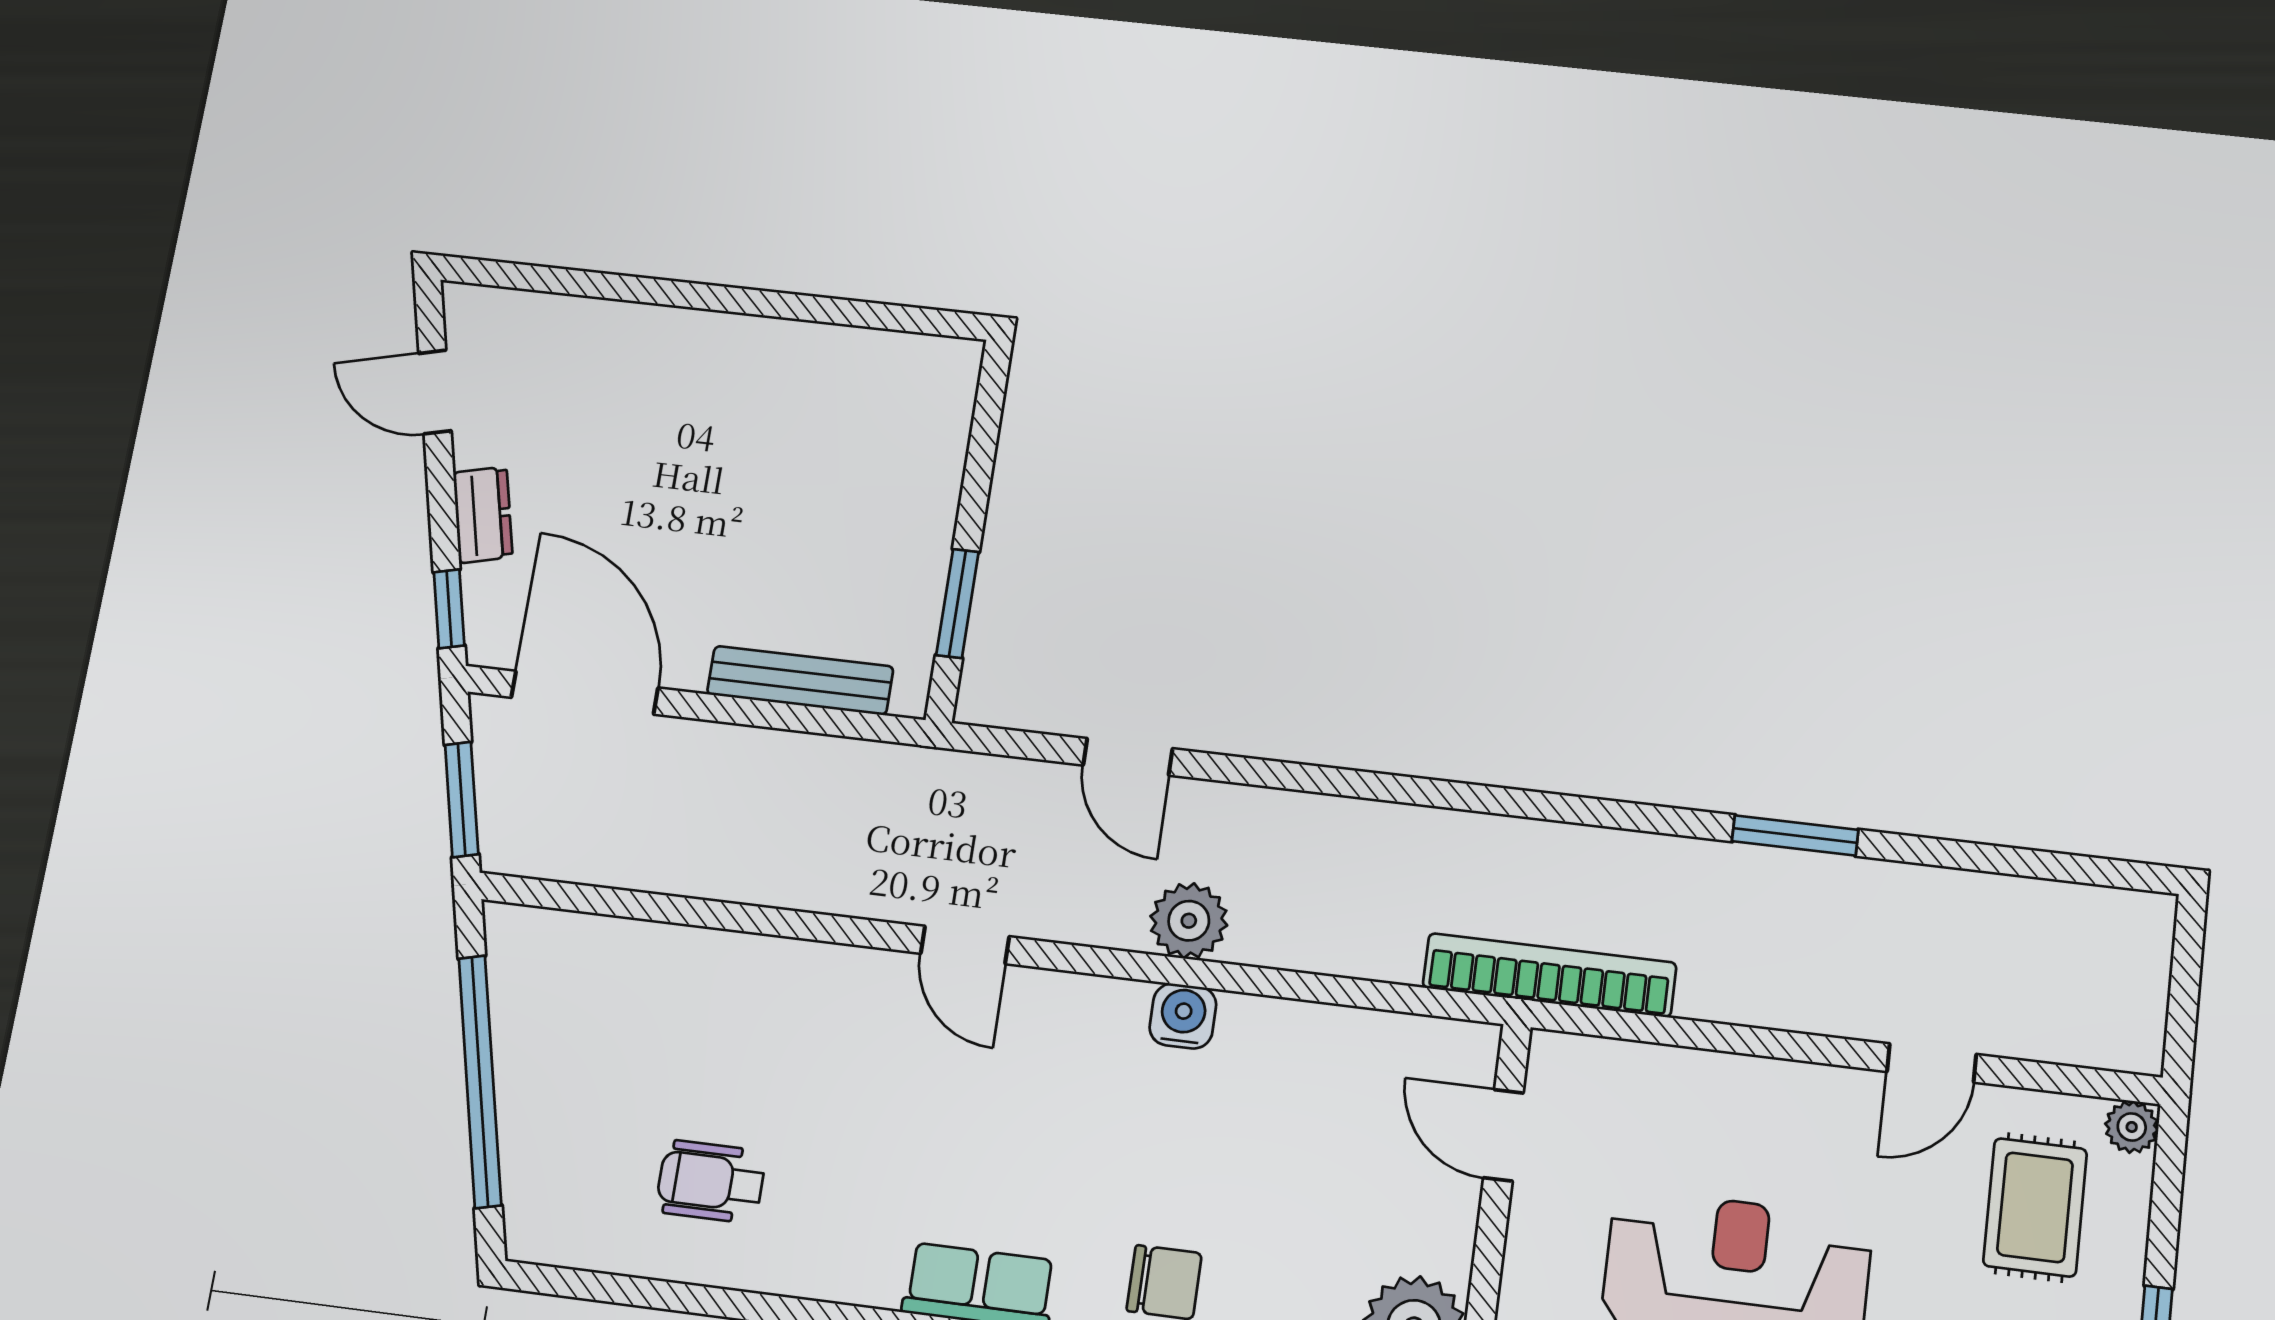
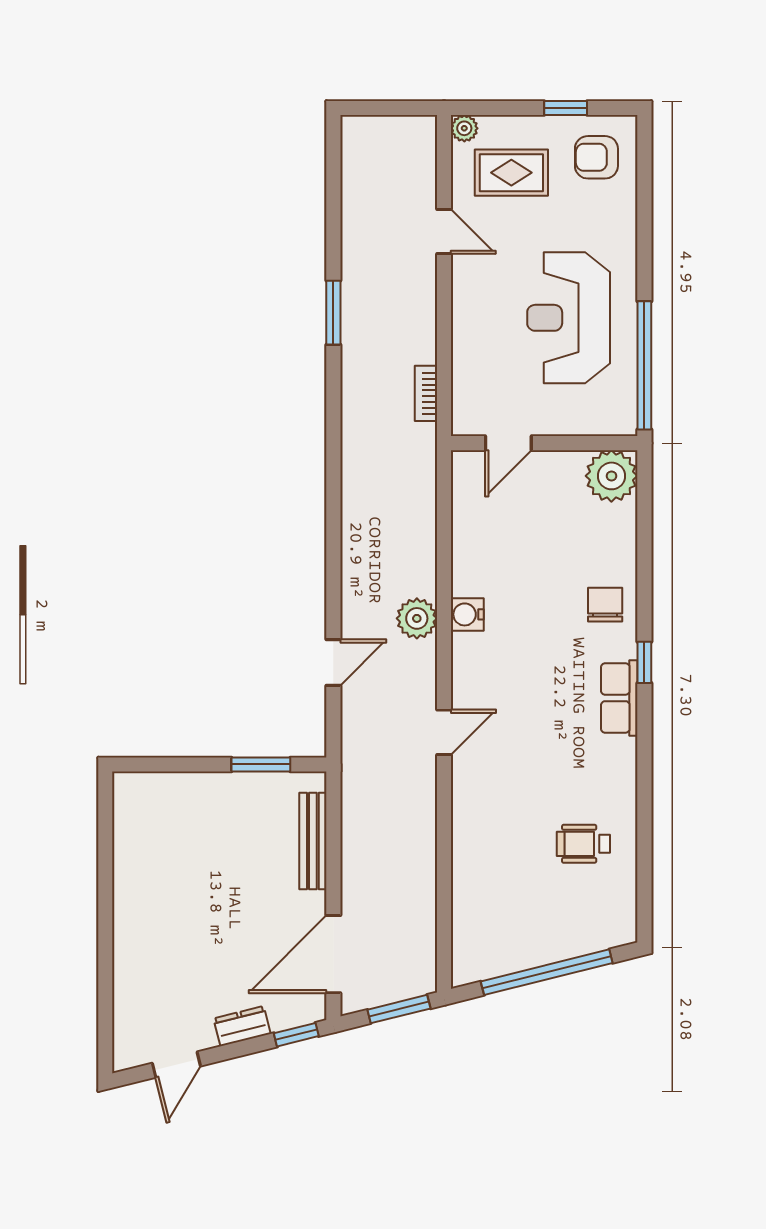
bookcase: (1549, 975) -> (426, 393), width x0.43, depth x0.76
wheelchair: (711, 1182) -> (583, 844), turned 90

